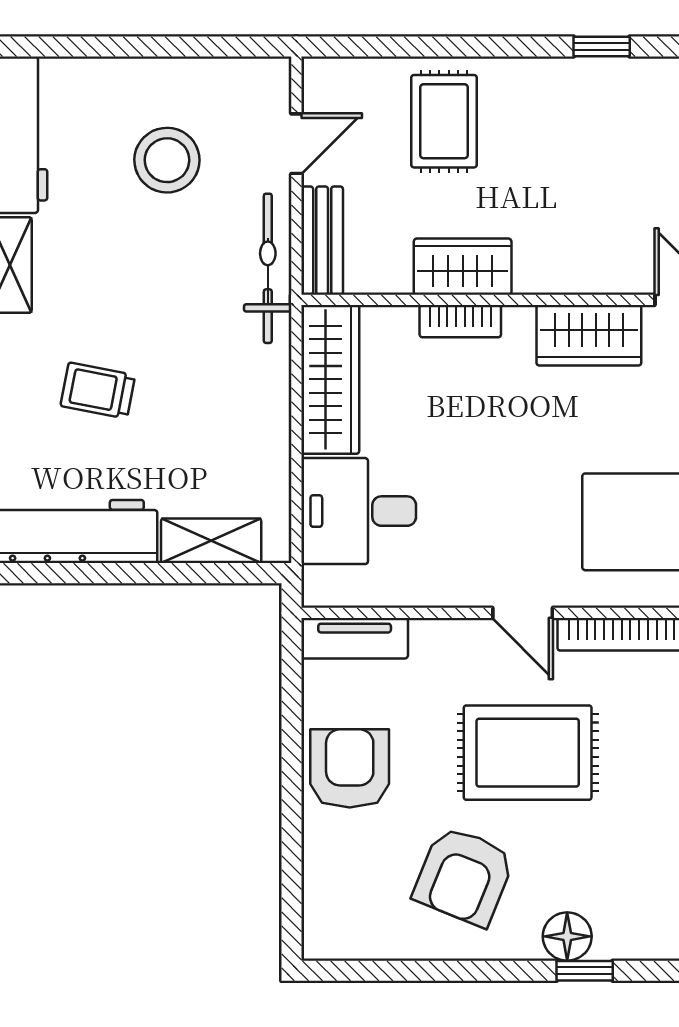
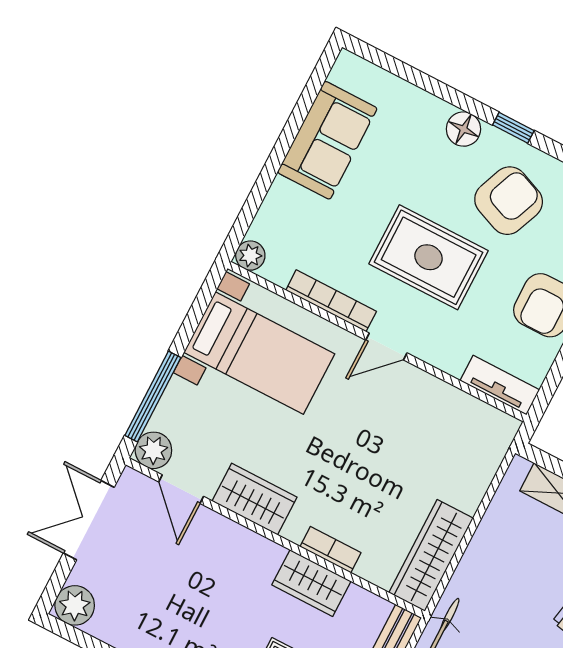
desk: (359, 511) -> (456, 464), removed
door: (523, 613) -> (386, 346), swing flipped
window: (585, 971) -> (513, 128), moved

